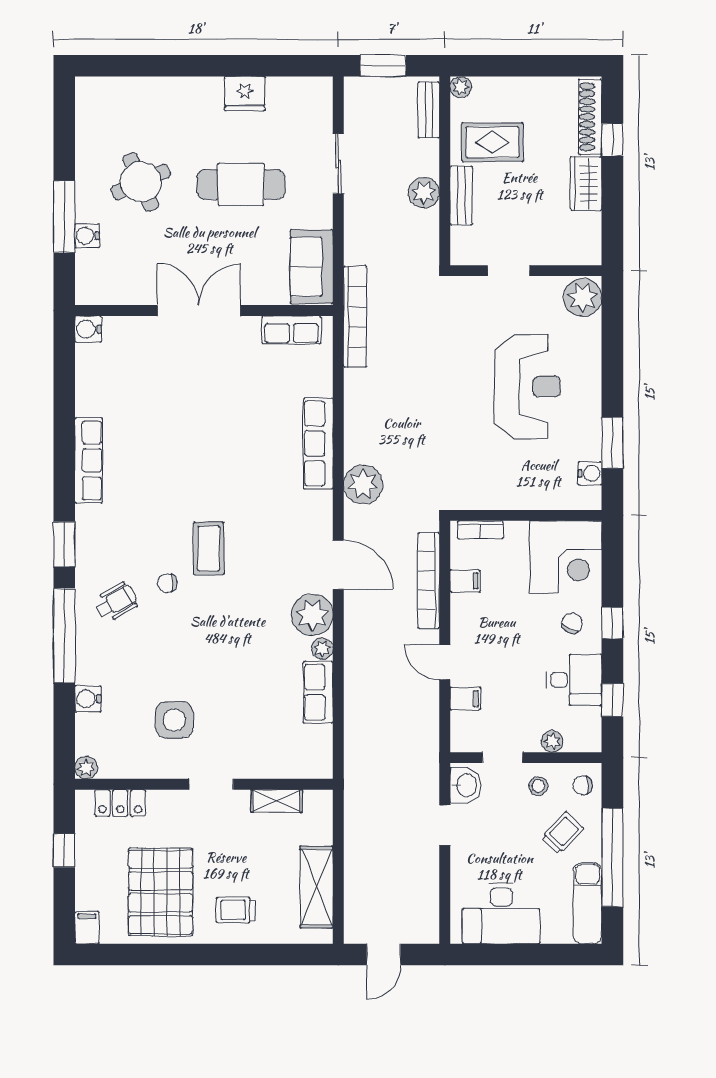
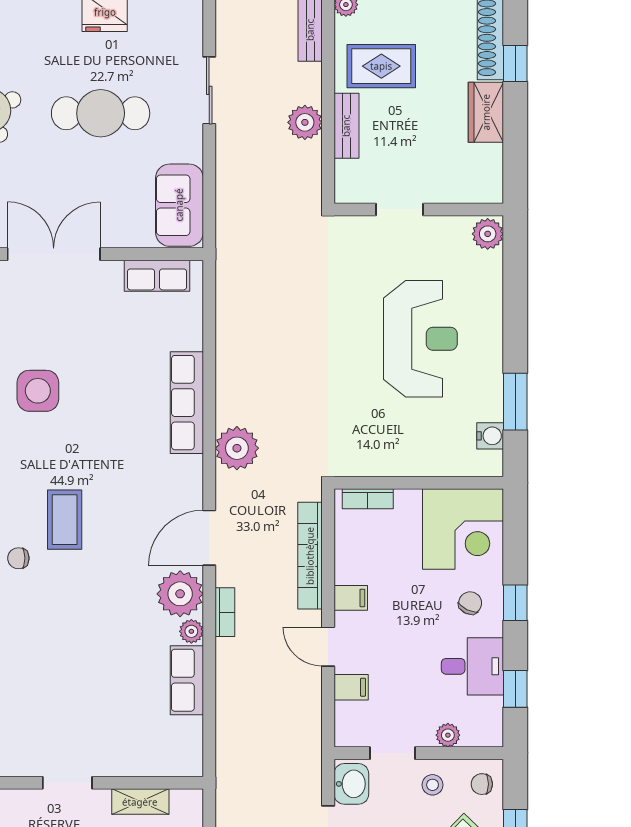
plant: (583, 298) -> (488, 234), width x0.73, depth x0.73
bookcase: (355, 317) -> (225, 612), moved, width x0.43, depth x0.76
door: (338, 565) -> (209, 538), swing flipped
filing cabinet: (465, 581) -> (351, 598), moved
side table: (174, 720) -> (38, 391), moved

